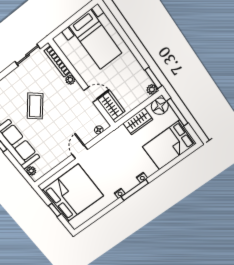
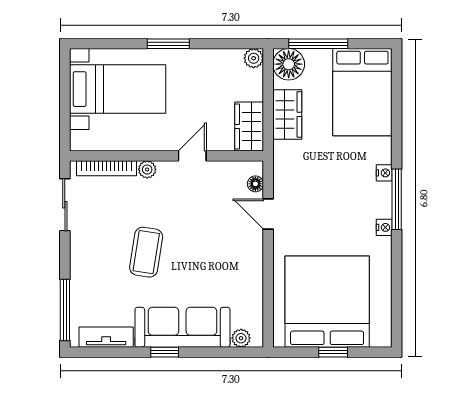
window: (153, 78) -> (168, 44), moved
coffee table: (35, 106) -> (146, 252), turned 59
wardrobe: (111, 106) -> (249, 126), moved, turned -90
door: (80, 152) -> (268, 214), moved

